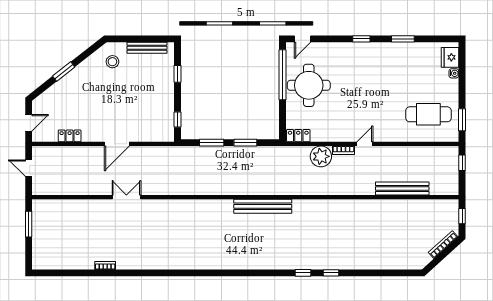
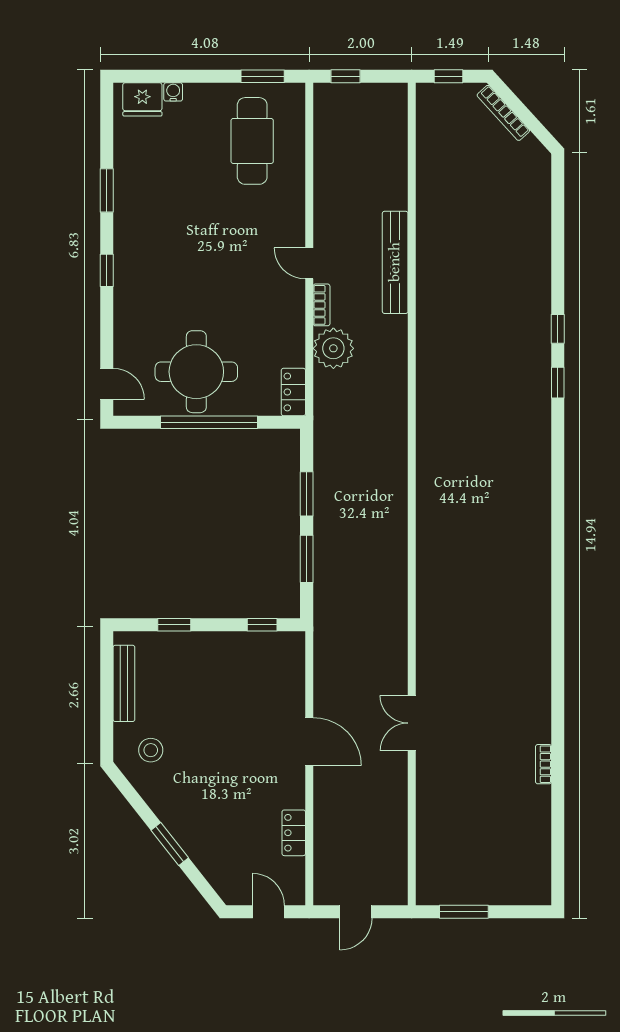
window: (283, 75) -> (209, 422), moved
bench: (402, 188) -> (395, 262), moved
bench: (263, 206) -> (429, 460), removed

